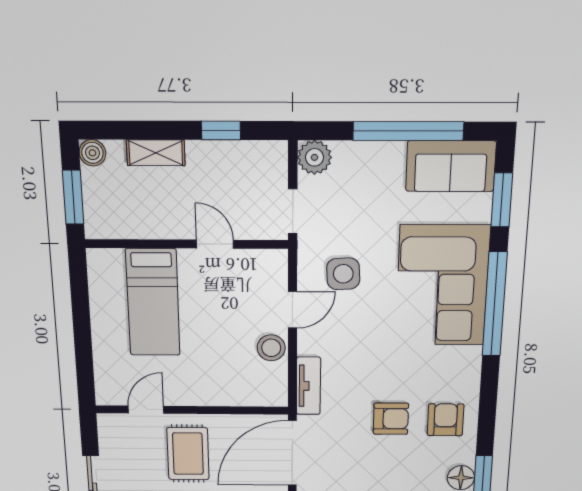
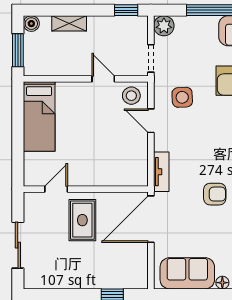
window: (221, 130) -> (126, 10), moved
bed: (153, 302) -> (39, 117), moved
door: (293, 310) -> (151, 121), swing flipped
stool: (271, 348) -> (131, 96), moved

